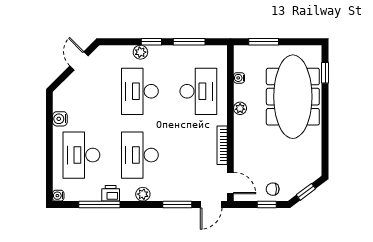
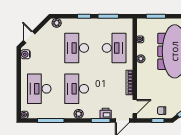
plant: (140, 52) -> (57, 23), moved
door: (79, 61) -> (29, 37), moved
water cooler: (60, 119) -> (26, 54), moved
door: (230, 183) -> (135, 107), hinge flipped
printer: (111, 193) -> (106, 113), moved

